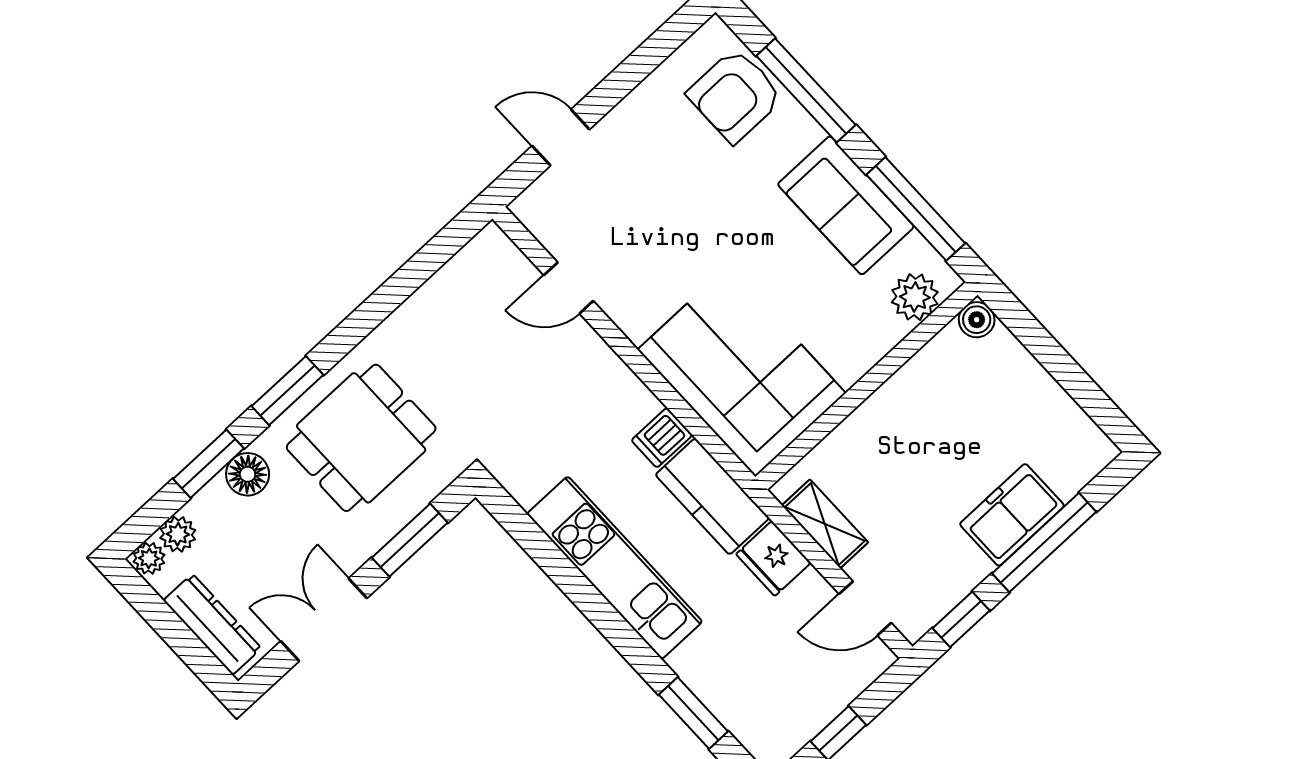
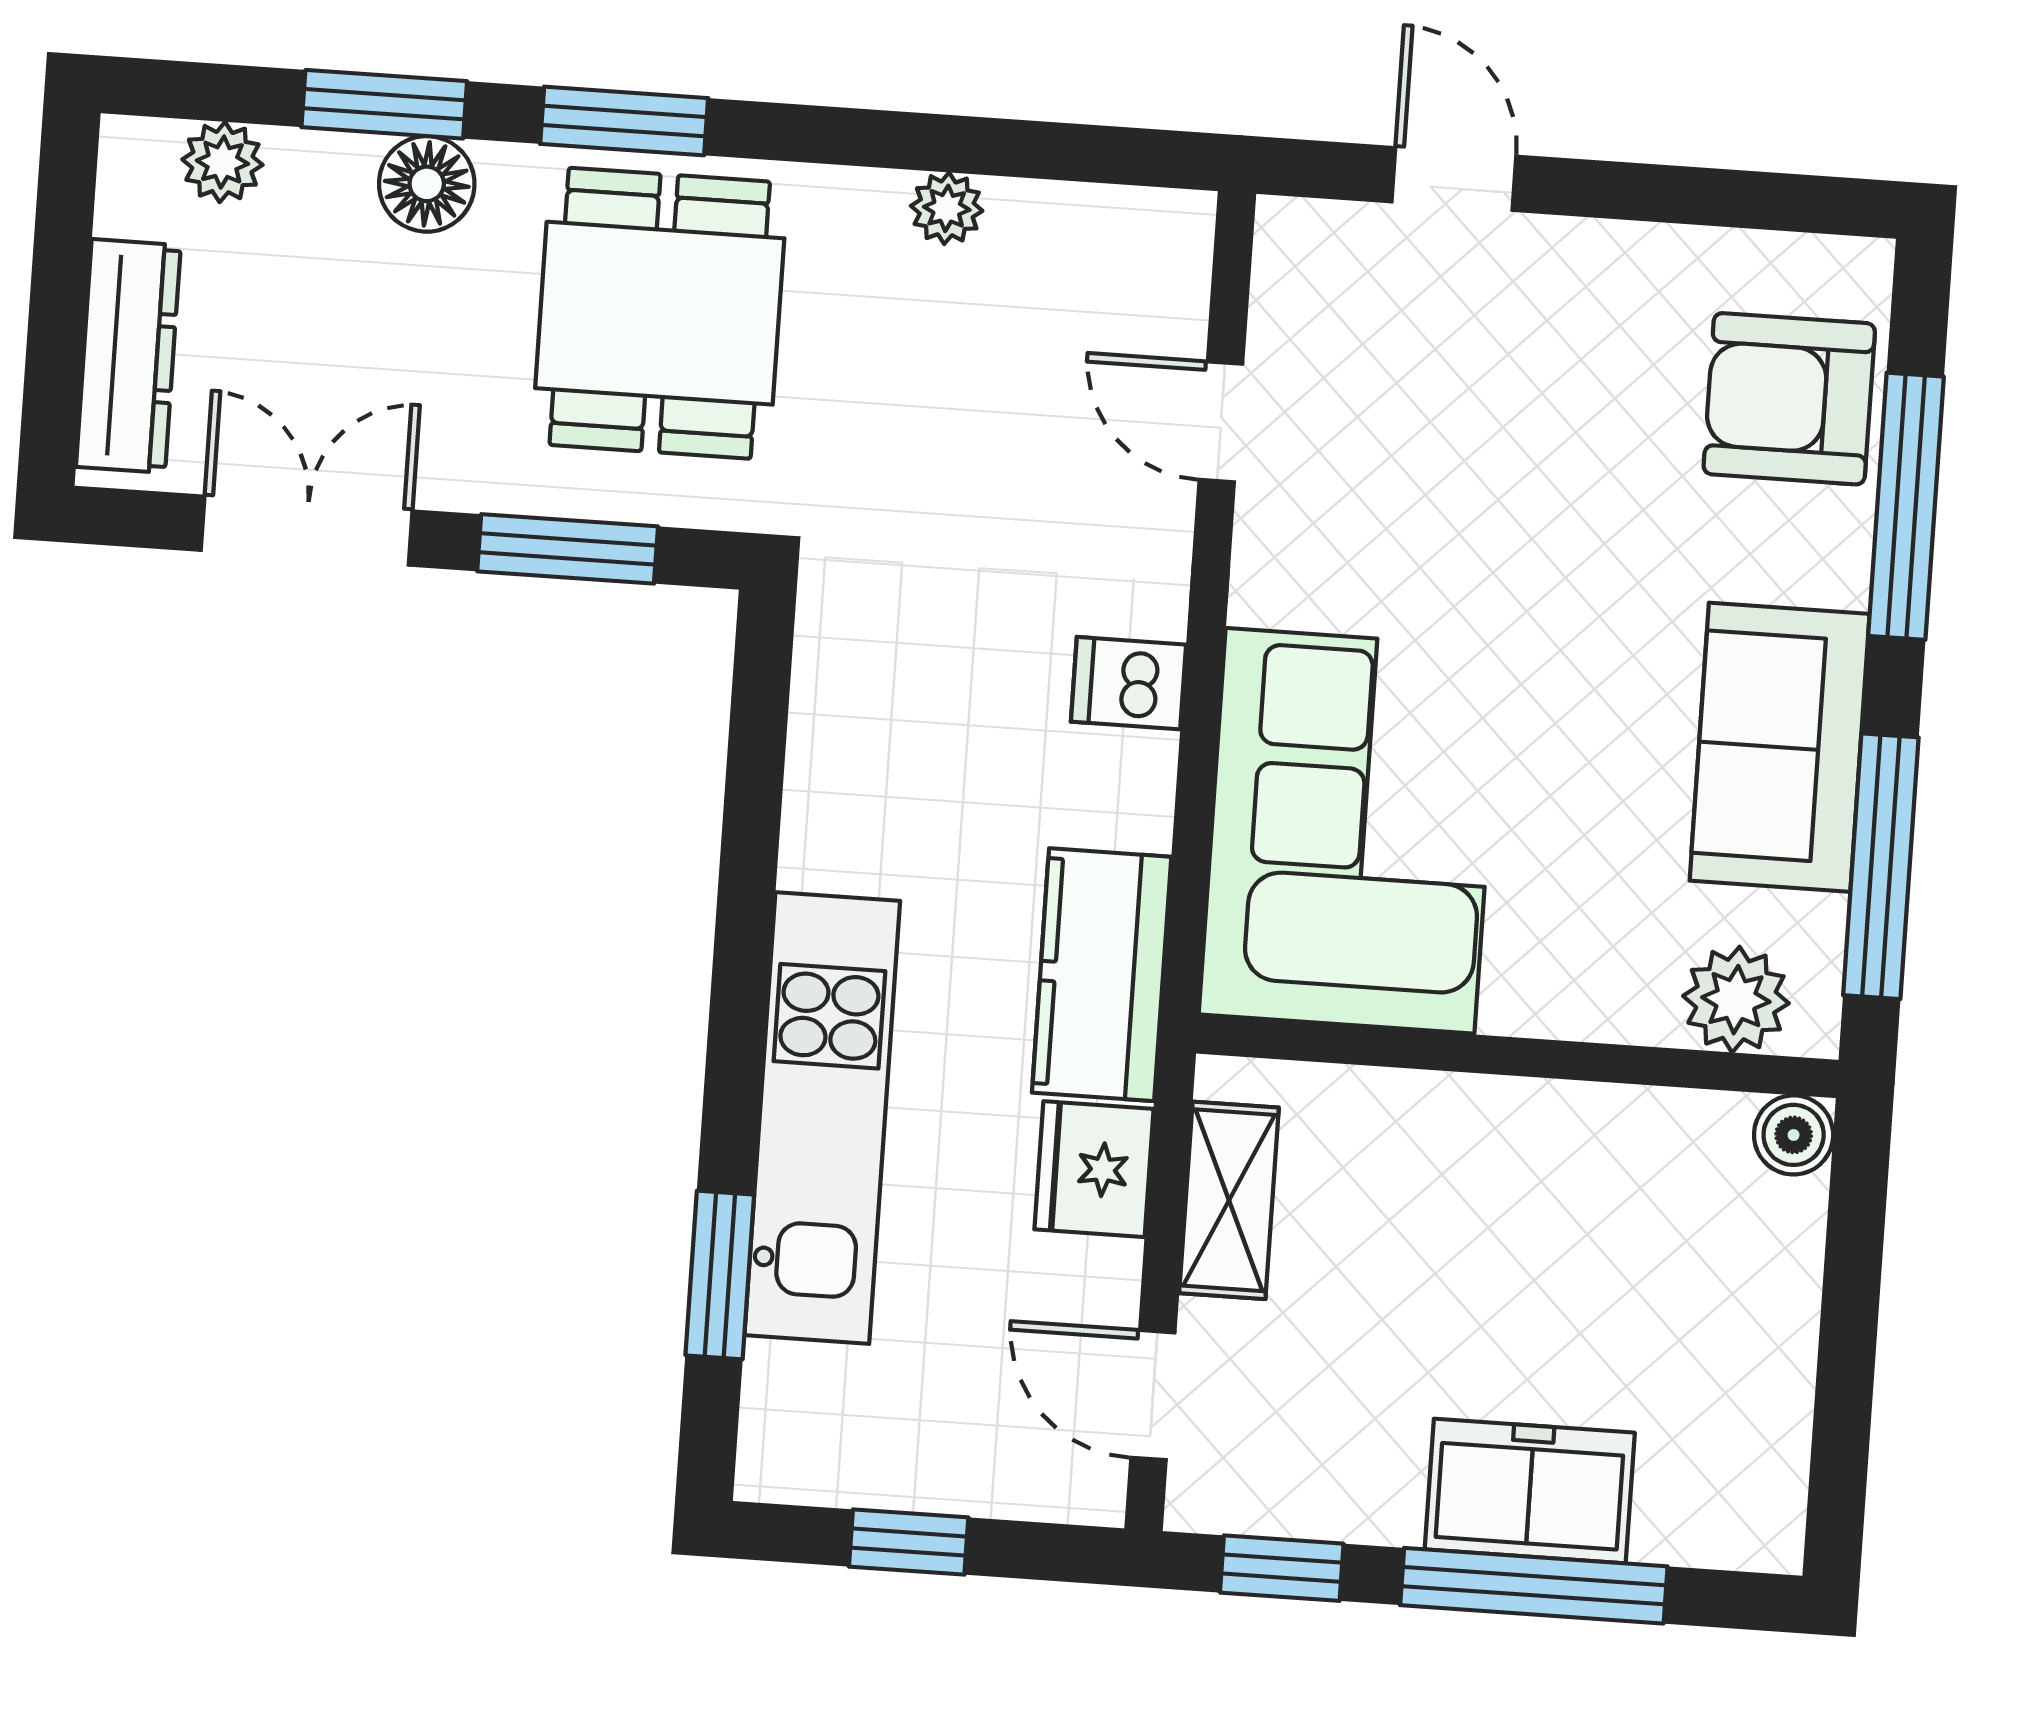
dining table: (361, 438) -> (660, 313), turned 90
dishwasher: (662, 438) -> (1128, 683), moved
plant: (149, 558) -> (947, 208), moved
kitchen unit: (615, 568) -> (822, 1118), moved

